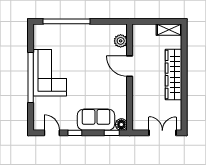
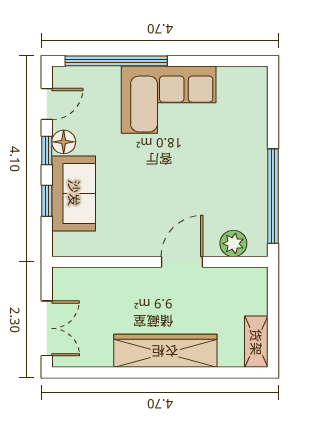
window: (67, 21) -> (273, 196), moved
window: (31, 78) -> (116, 61), moved
floor lamp: (121, 125) -> (64, 142), moved
window: (112, 133) -> (47, 201), moved

